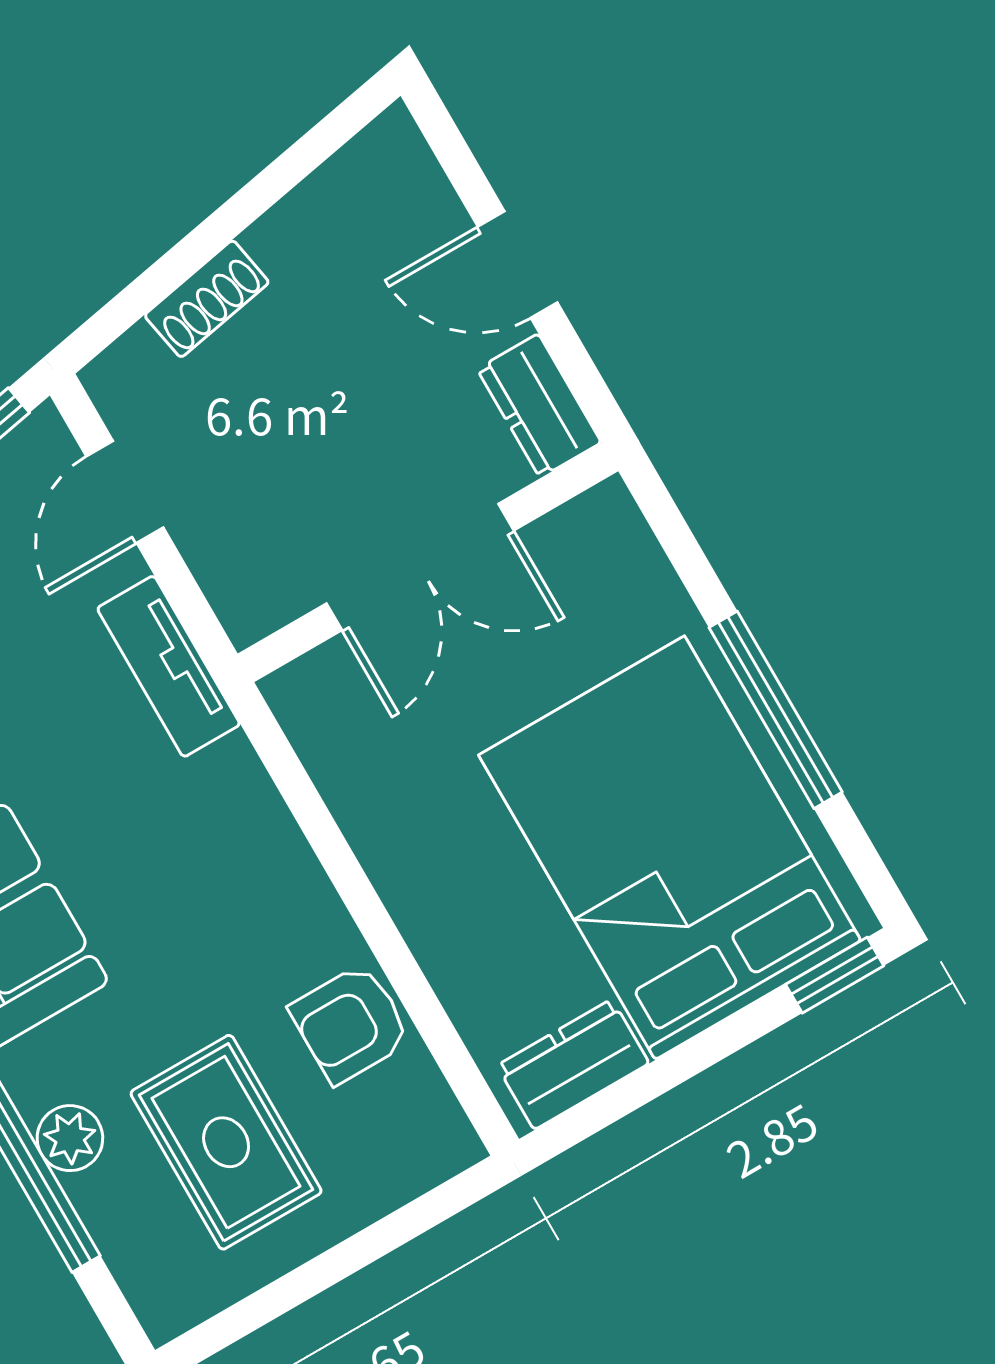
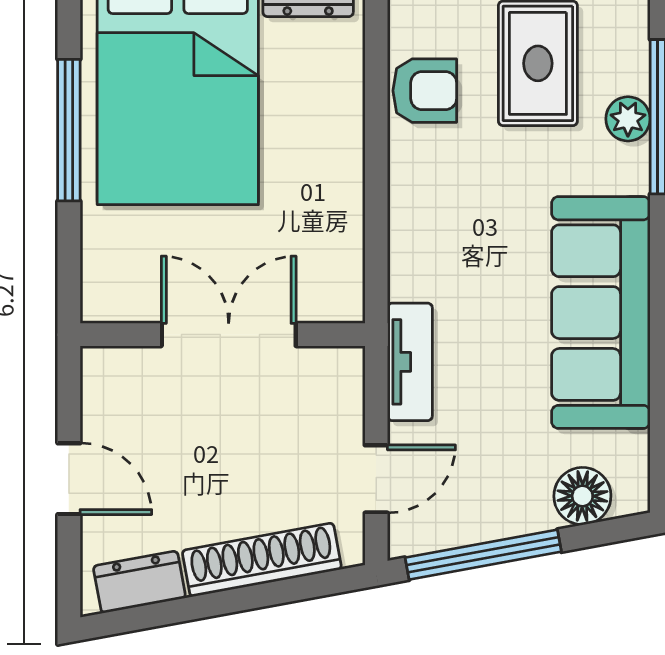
shoe rack: (207, 299) -> (262, 560), width x1.94, depth x1.24
dresser: (539, 406) -> (139, 582), moved, turned -100

